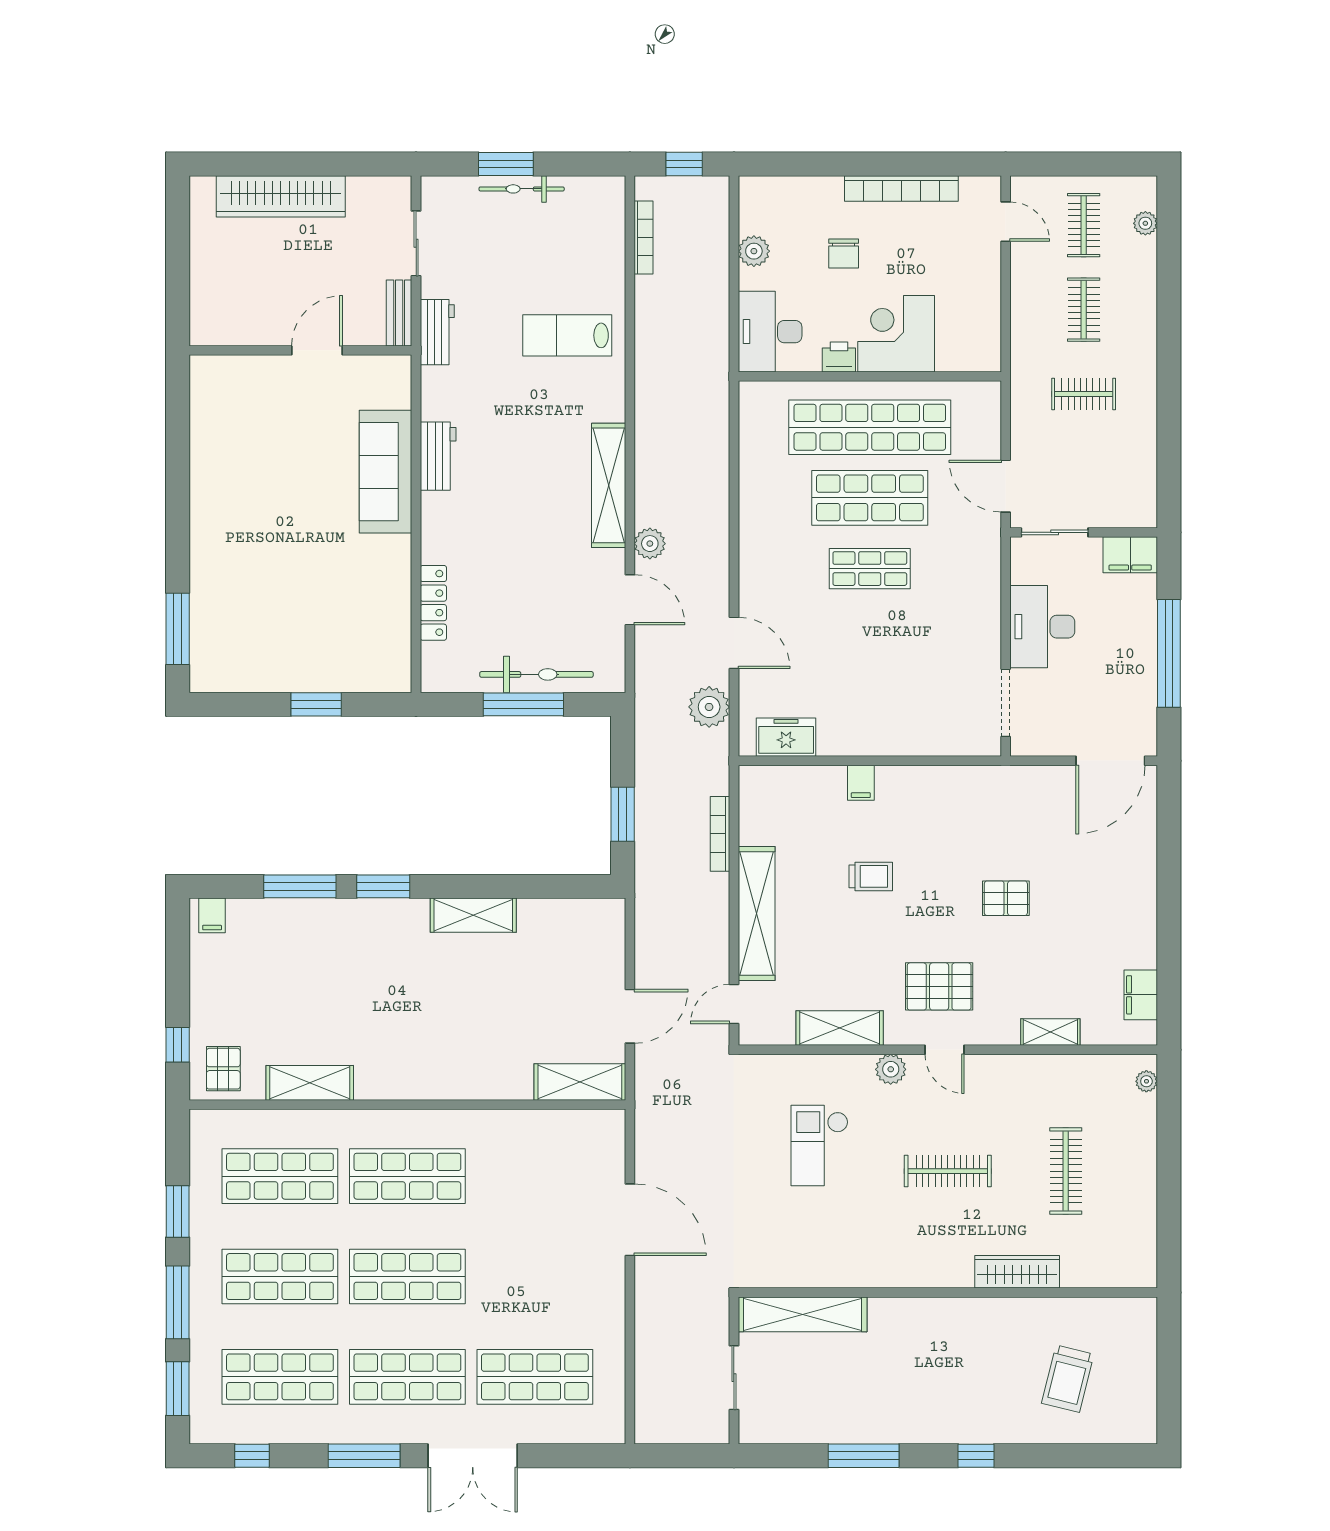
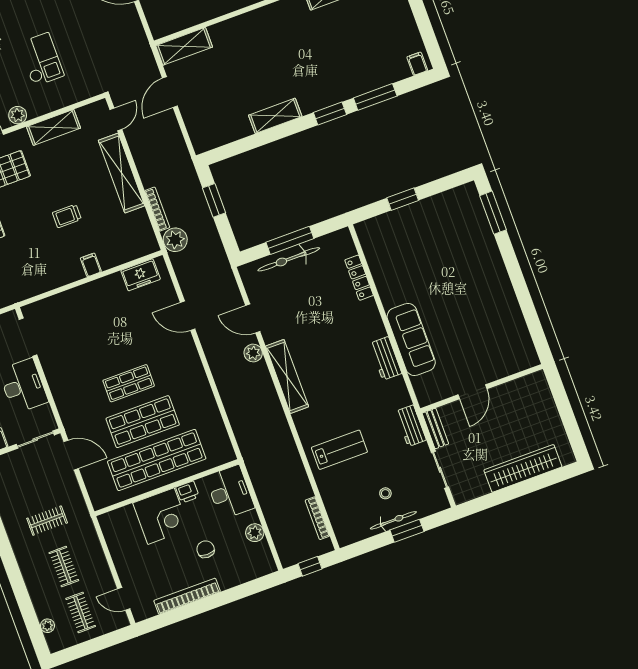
stool: (519, 237) -> (385, 493), added
plant: (709, 707) -> (175, 240), moved

